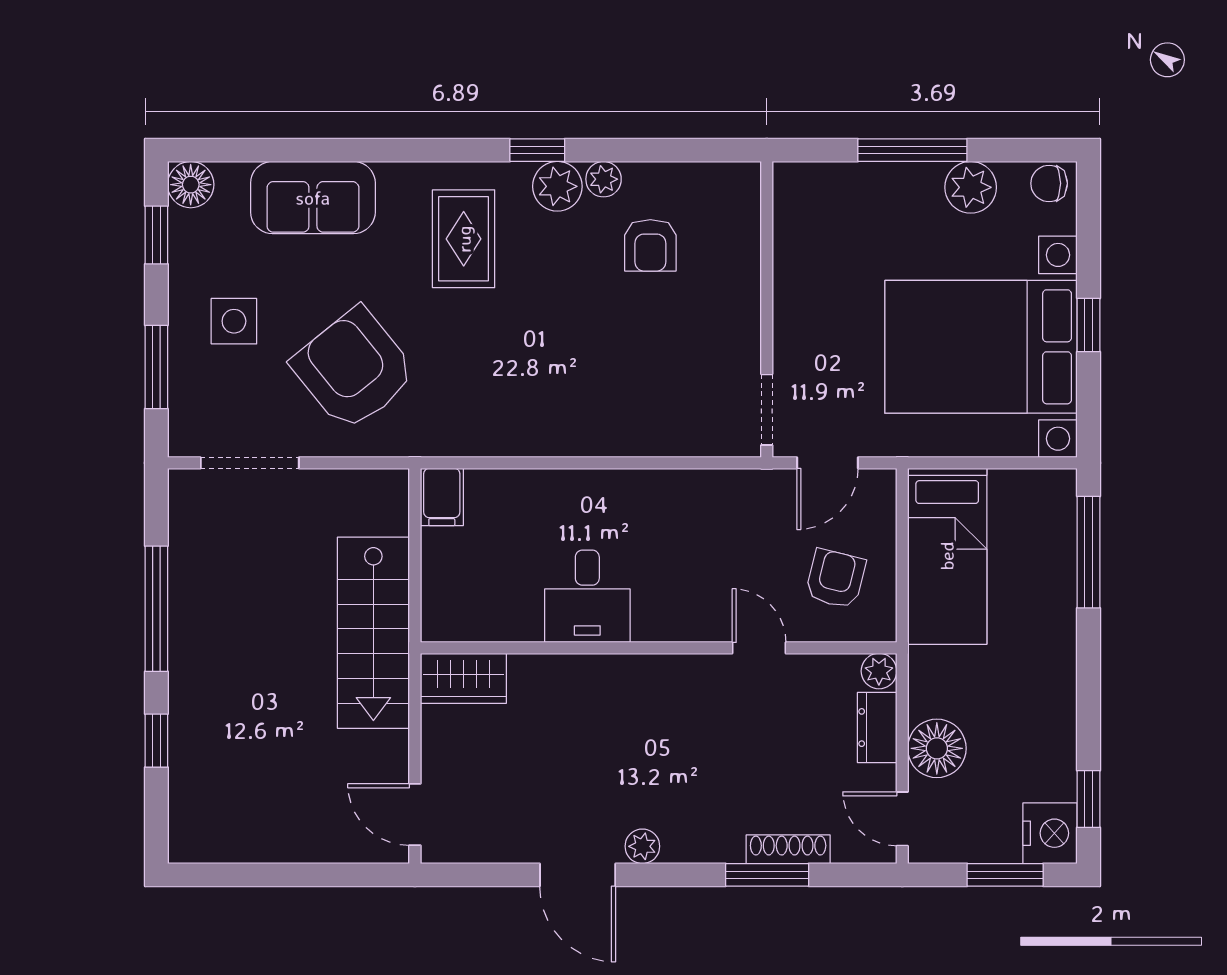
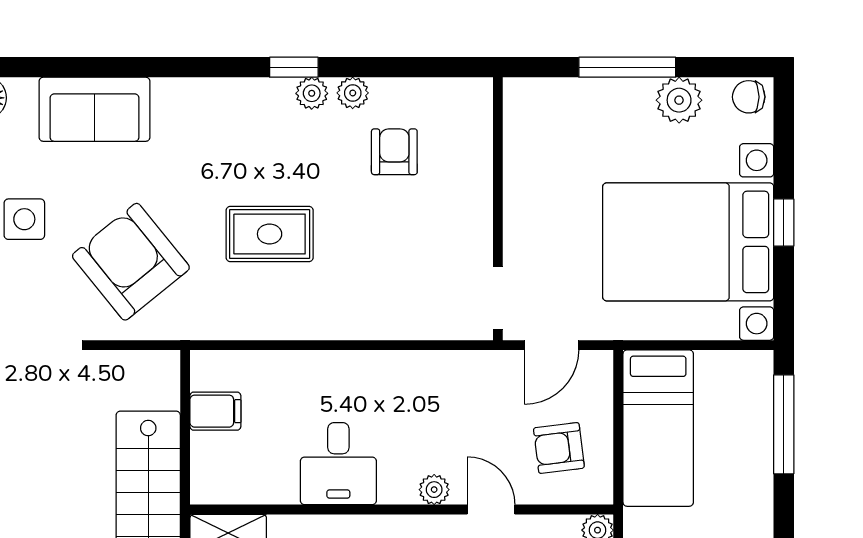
plant: (557, 186) -> (312, 93), width x0.73, depth x0.73
rug: (464, 239) -> (270, 234), moved, turned 90
armchair: (650, 245) -> (394, 152), turned 180
filing cabinet: (442, 497) -> (215, 411), moved, turned -90
armchair: (835, 579) -> (559, 448), turned -111
plant: (695, 625) -> (434, 490), added

